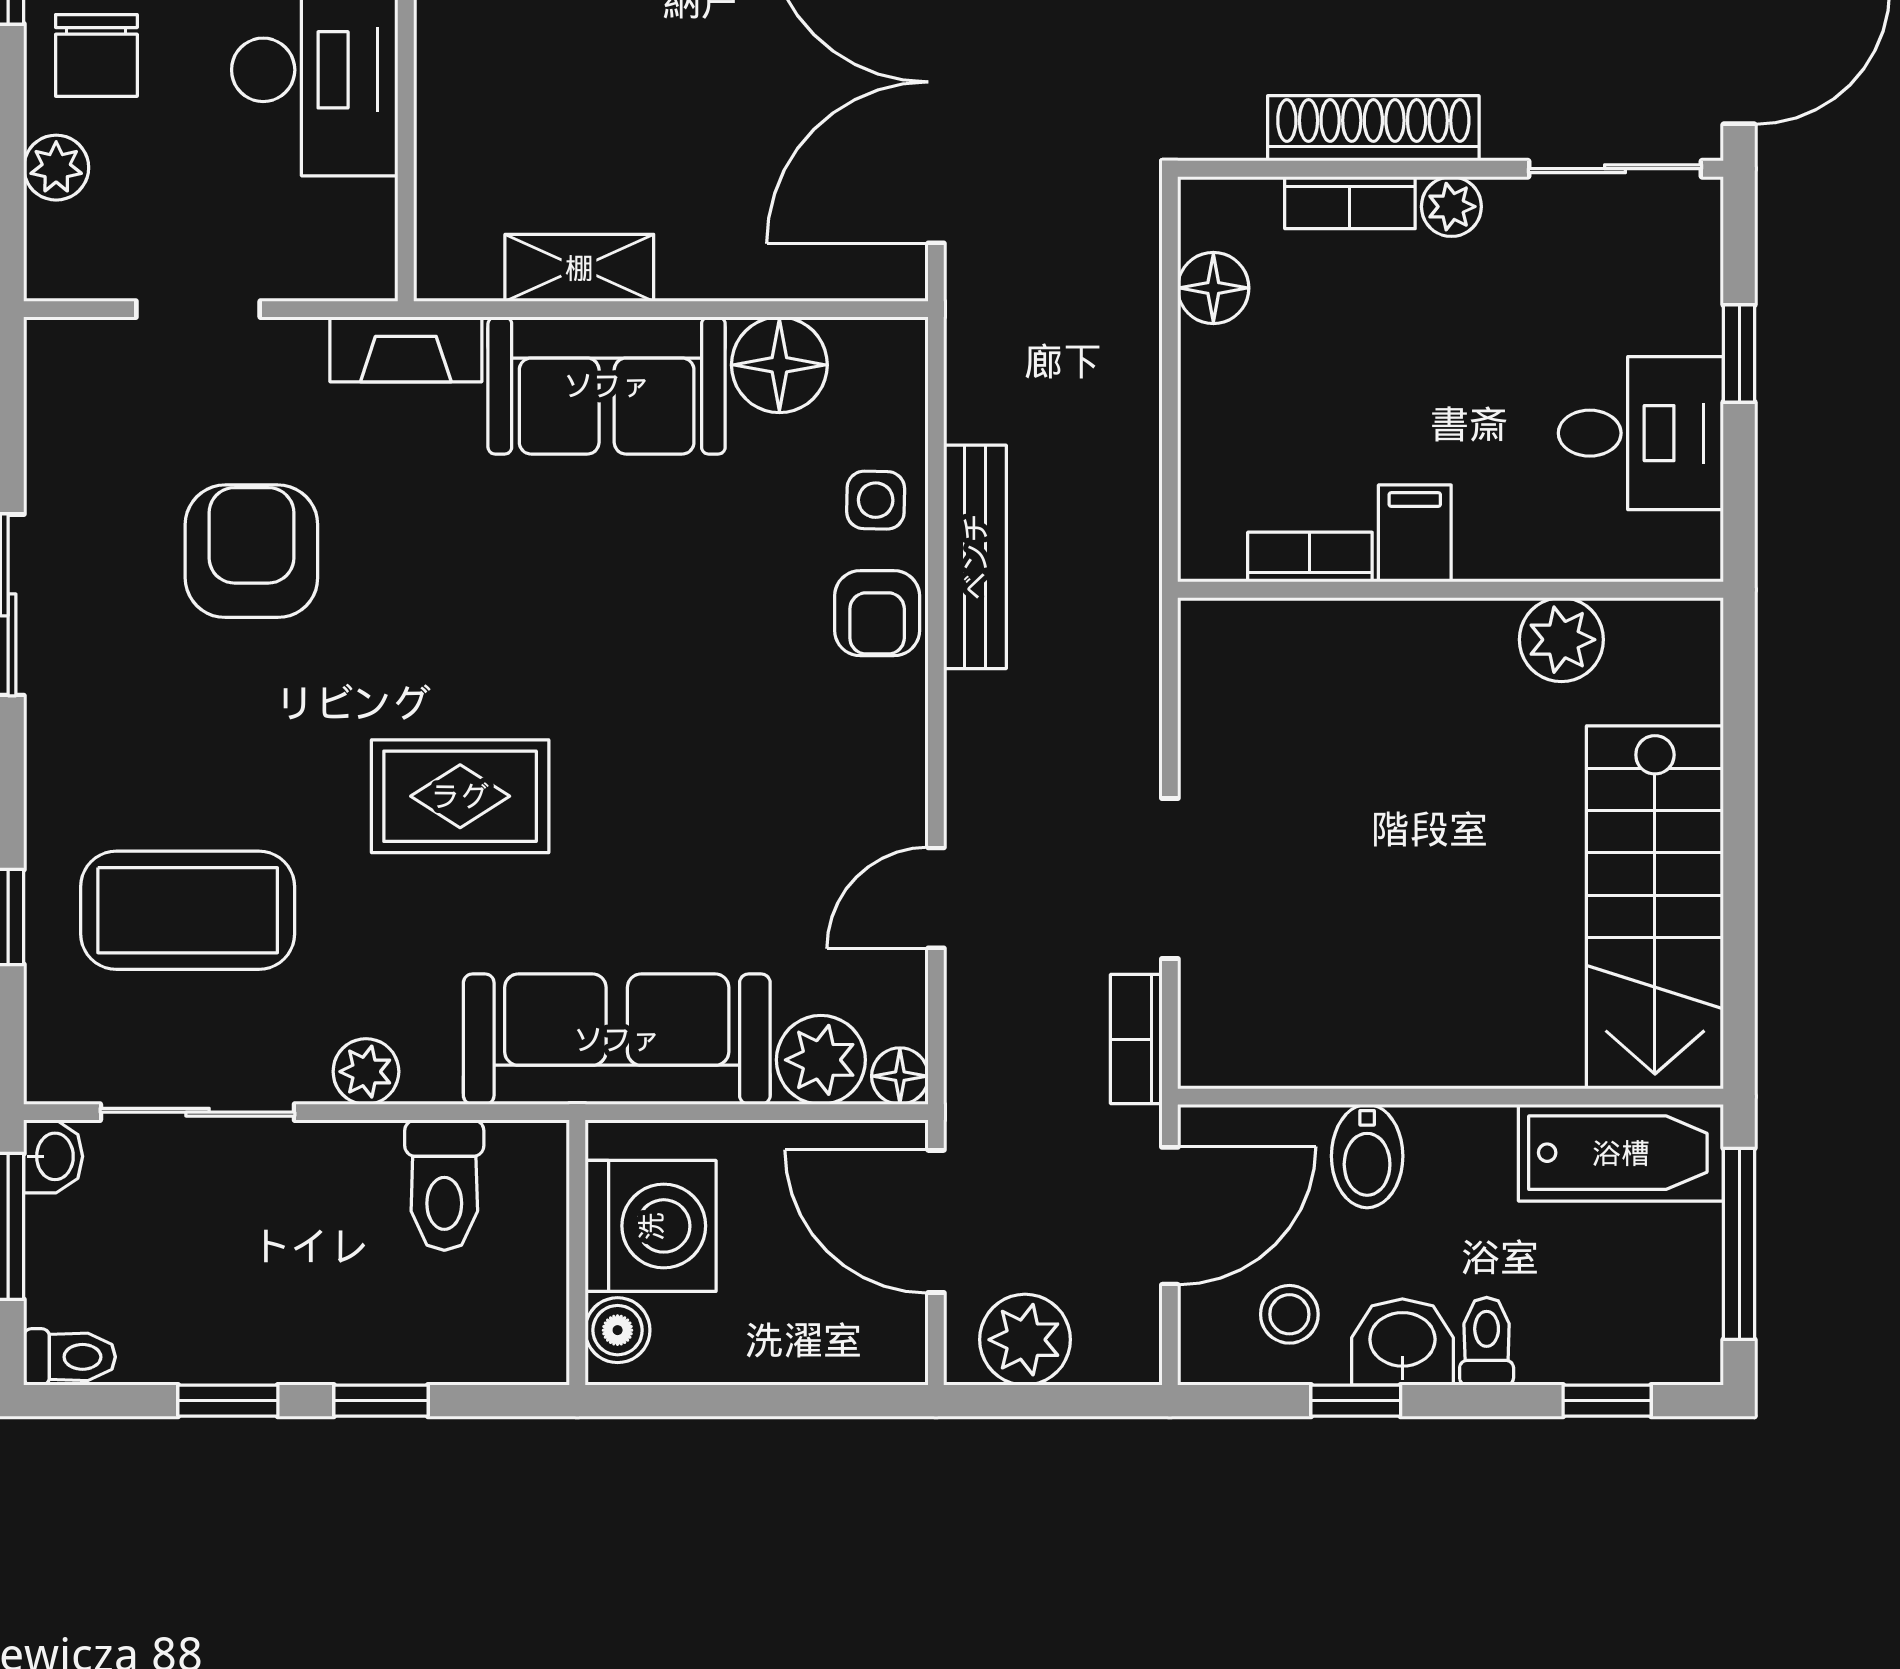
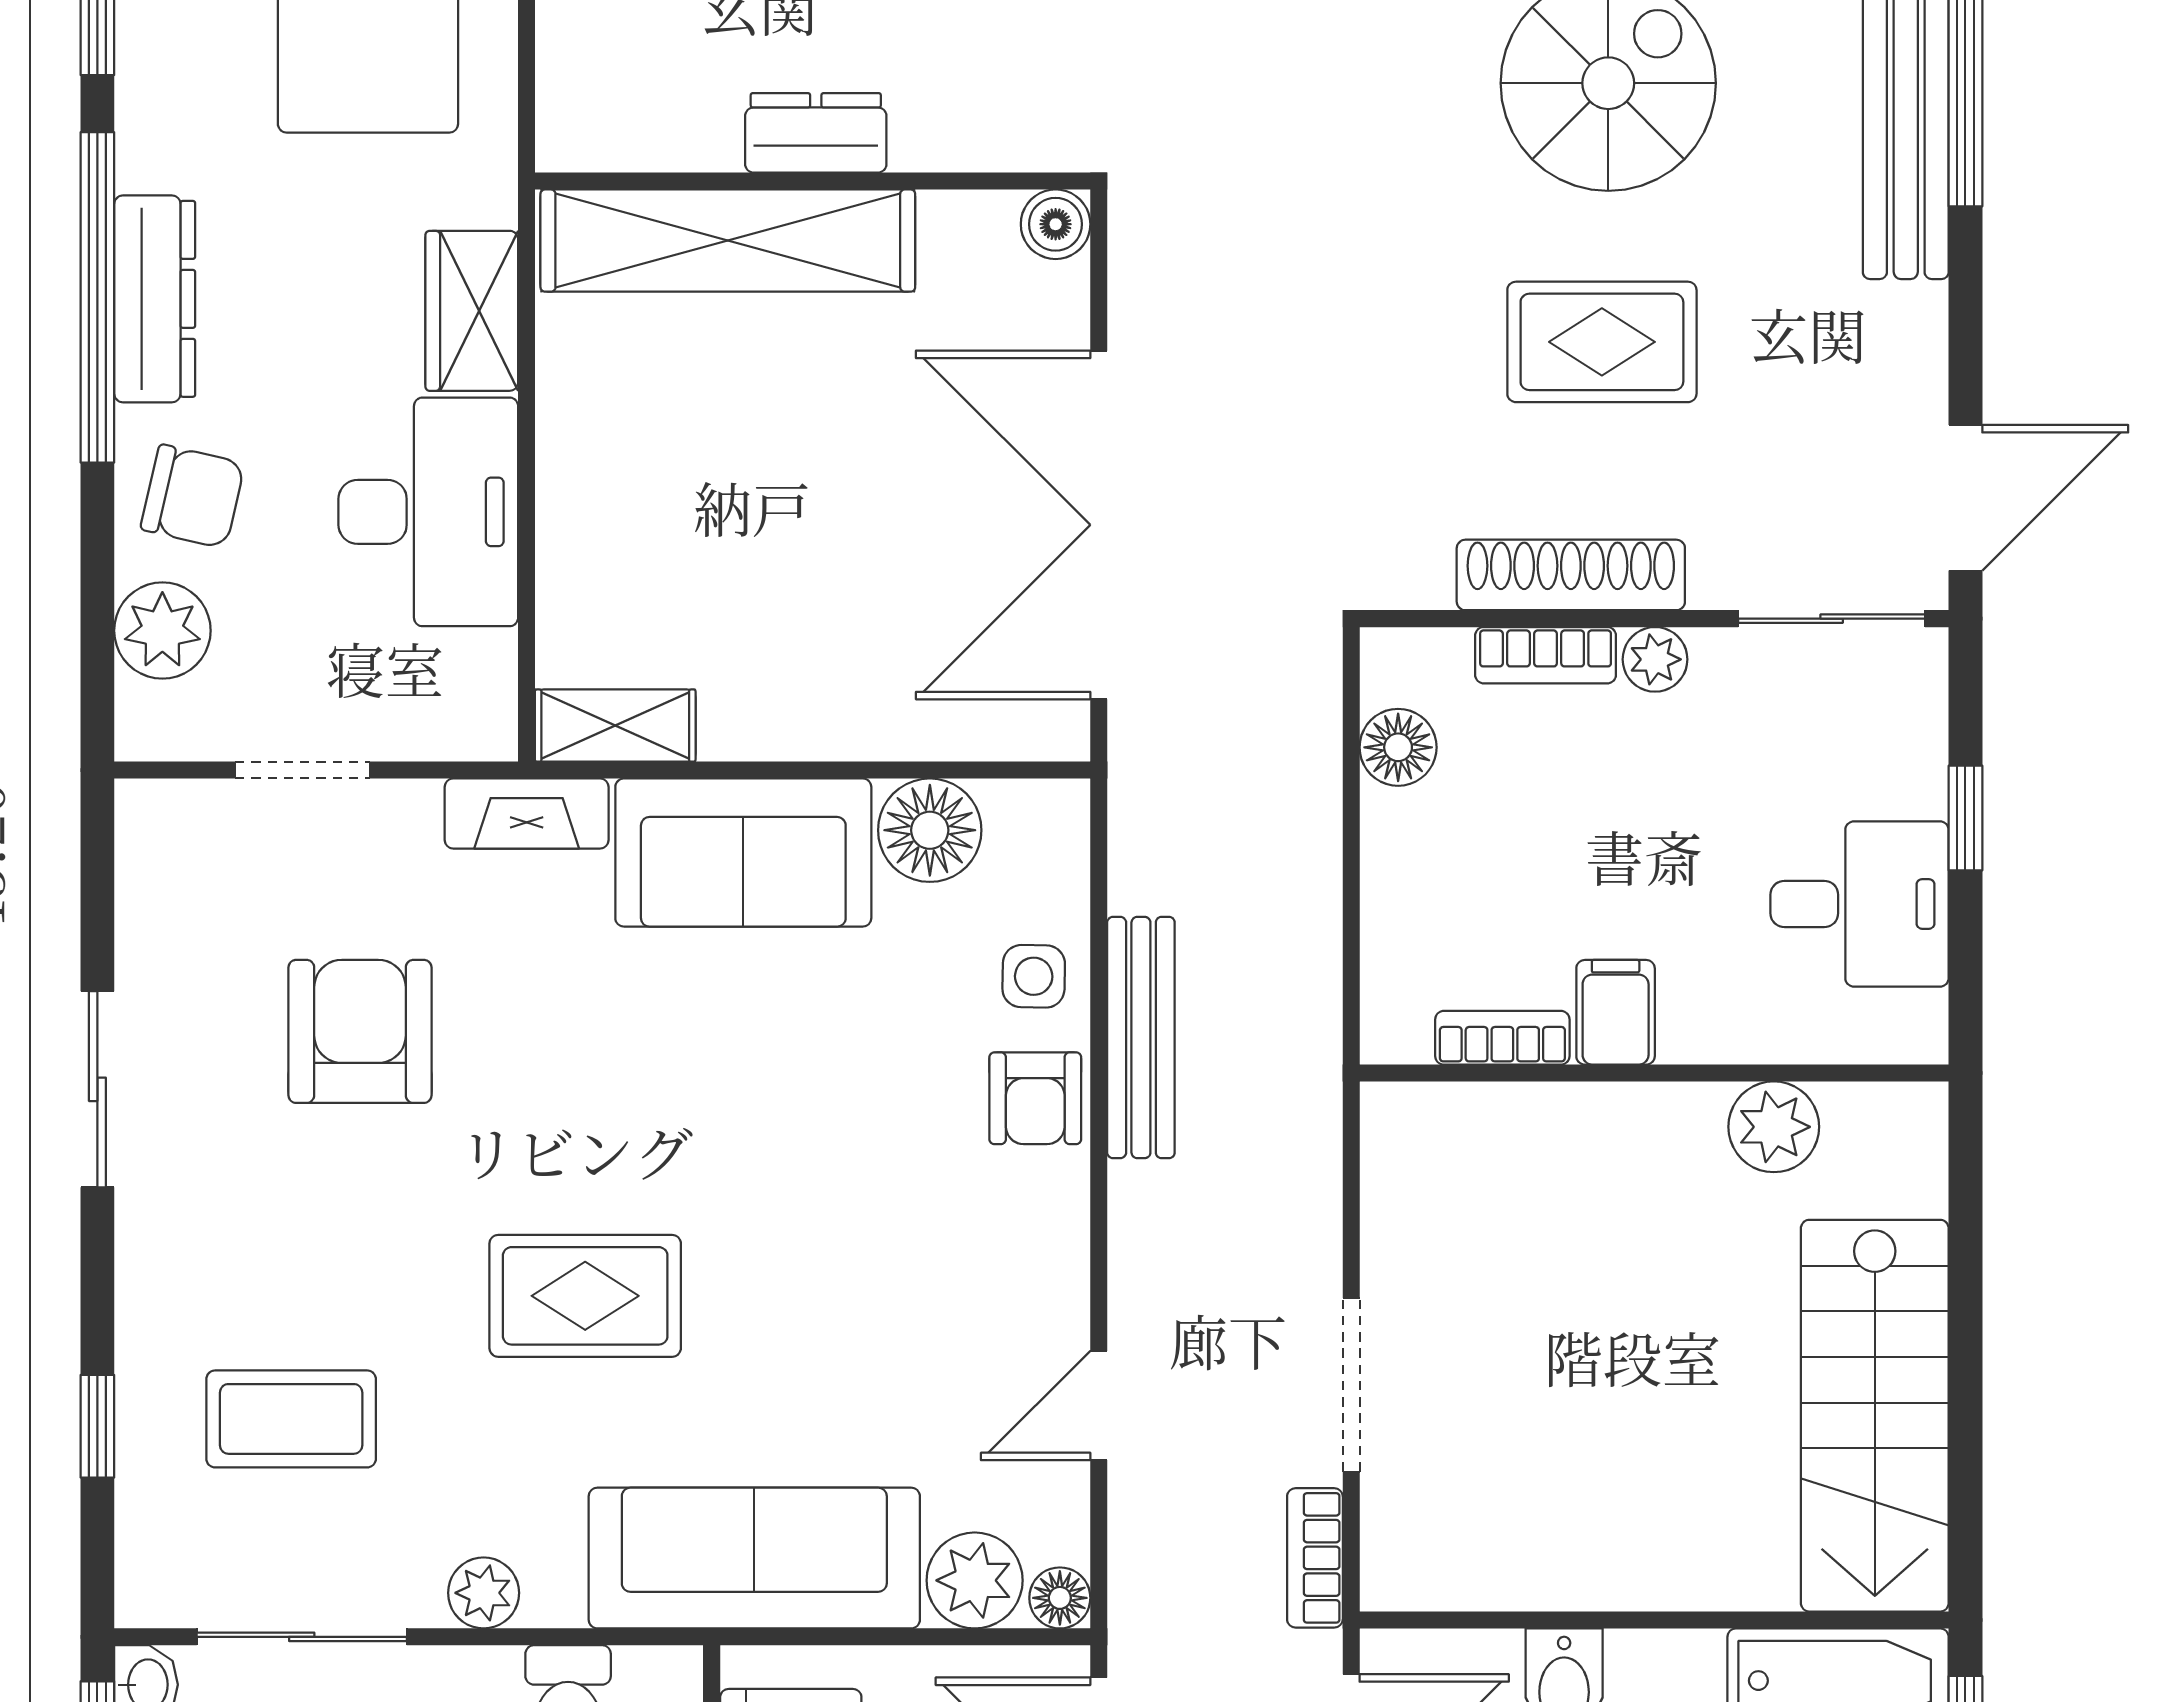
chair: (96, 55) -> (193, 496), turned -77
plant: (56, 168) -> (162, 631), width x1.38, depth x1.38
shelving: (579, 268) -> (615, 726), moved
coffee table: (188, 910) -> (291, 1419), width x0.73, depth x0.76

